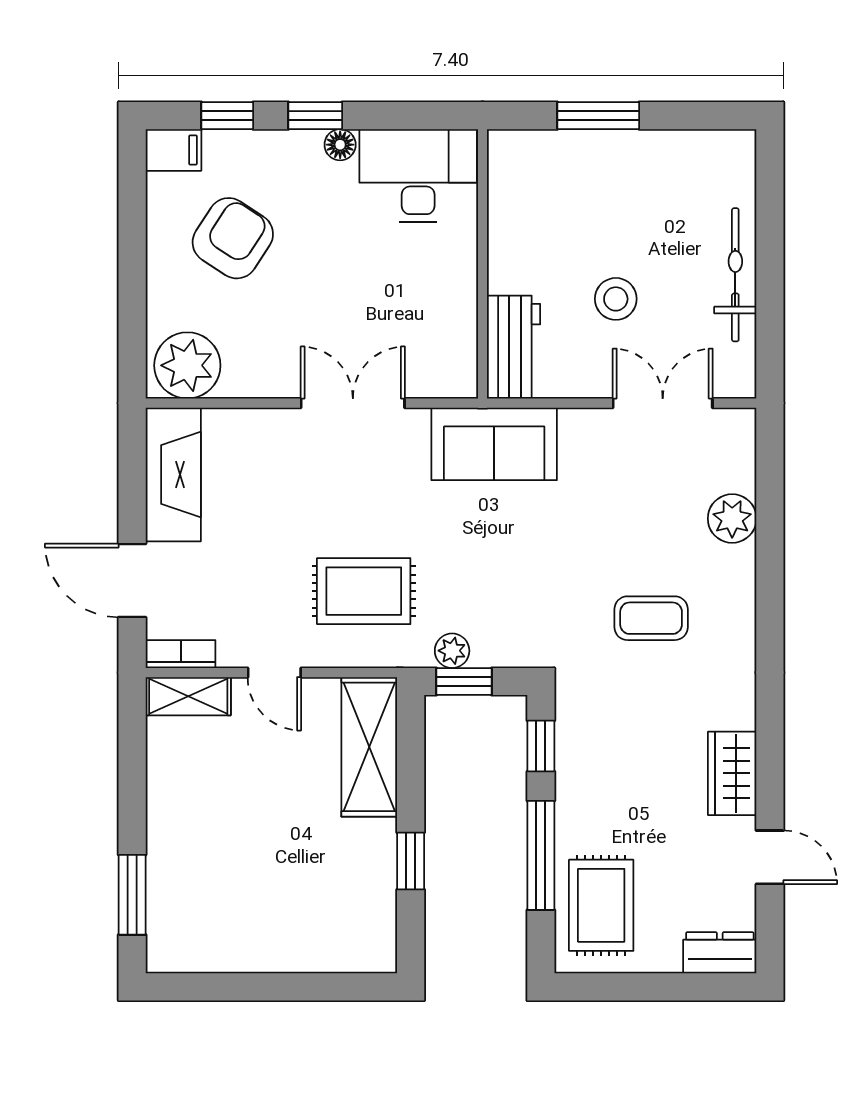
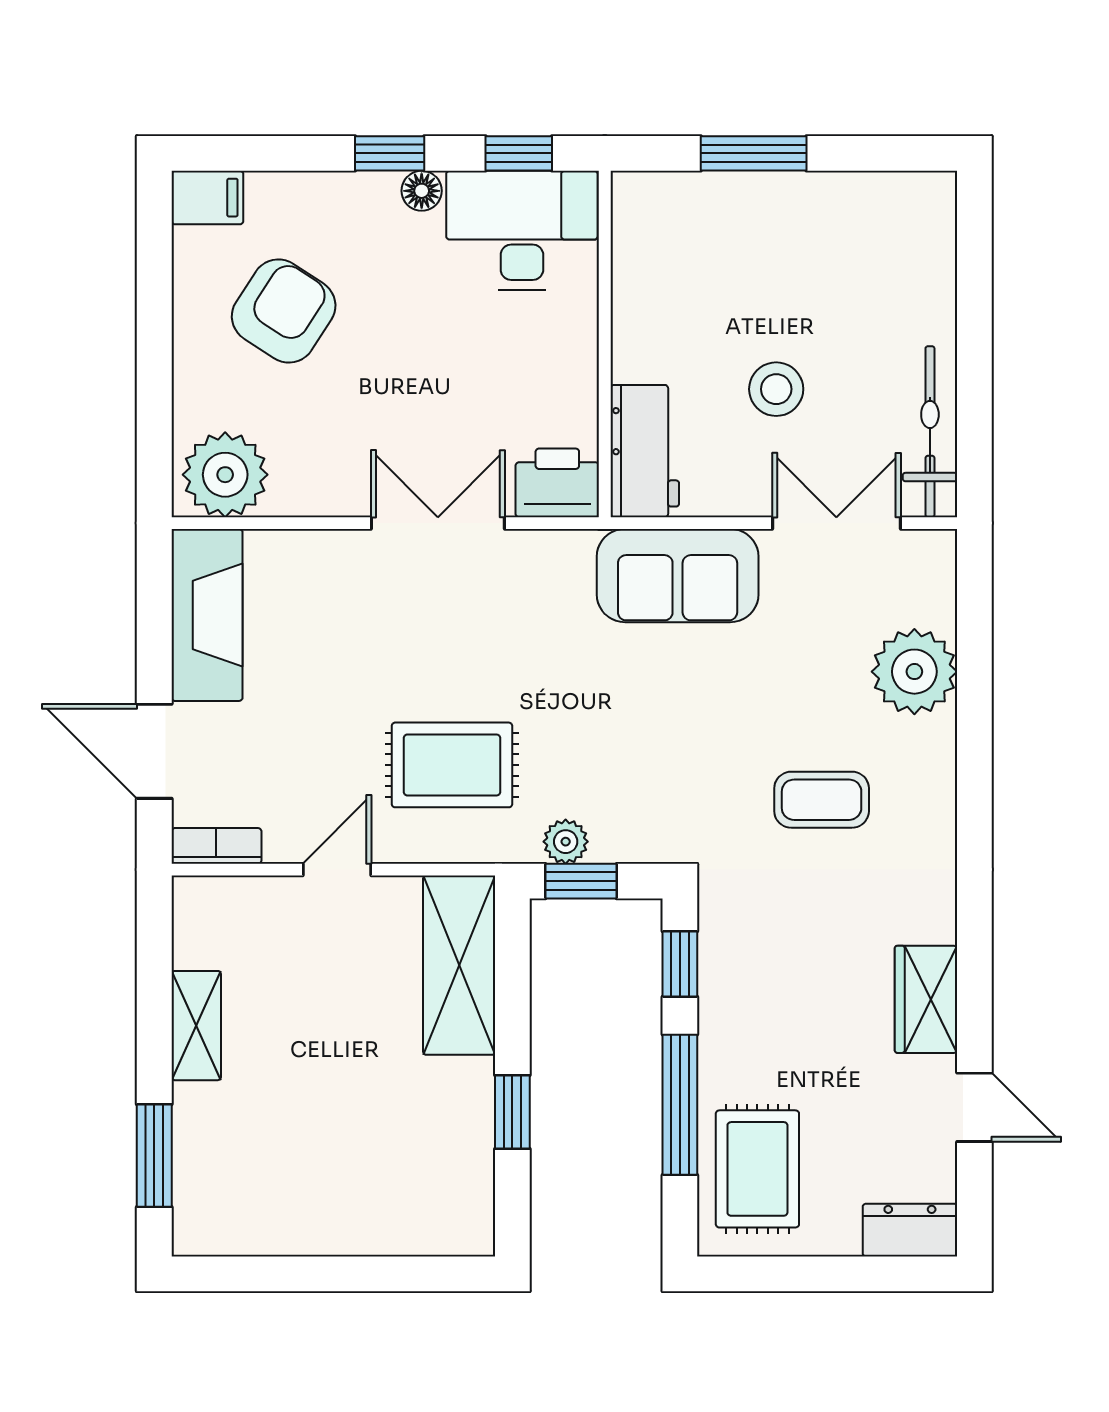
window: (227, 116) -> (519, 153), moved
bicycle: (735, 275) -> (930, 432), moved
printer: (446, 372) -> (557, 483), added
sofa: (494, 444) -> (678, 576), moved
plant: (732, 519) -> (914, 672), width x1.36, depth x1.36
door: (274, 673) -> (337, 870), swing flipped
shelving: (188, 696) -> (196, 1026), moved, turned 90

